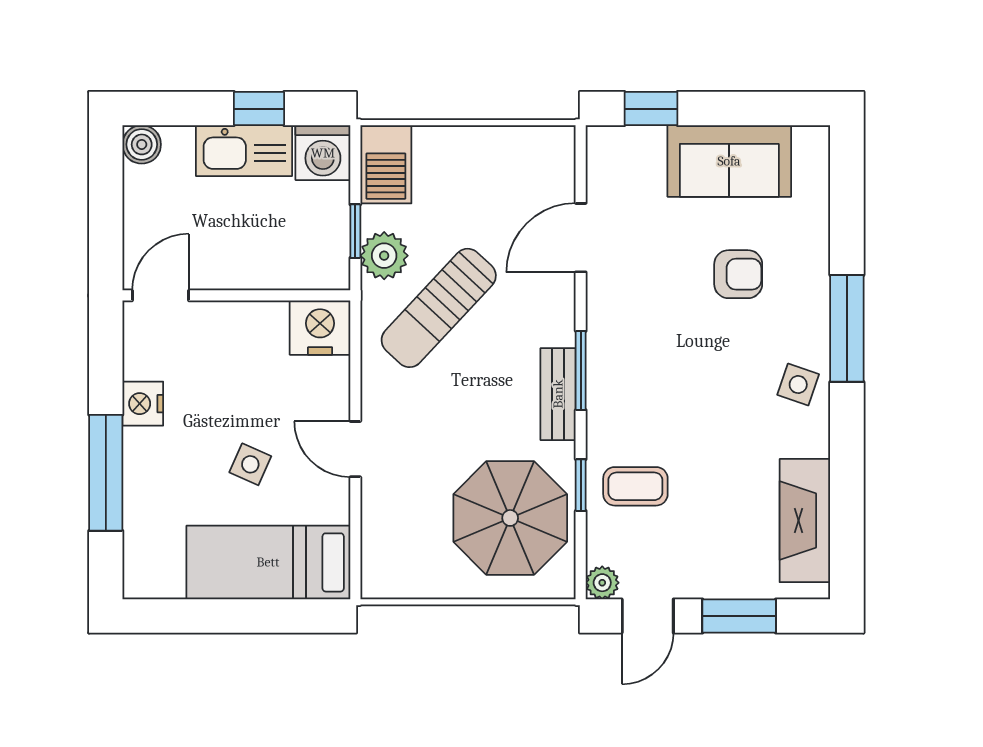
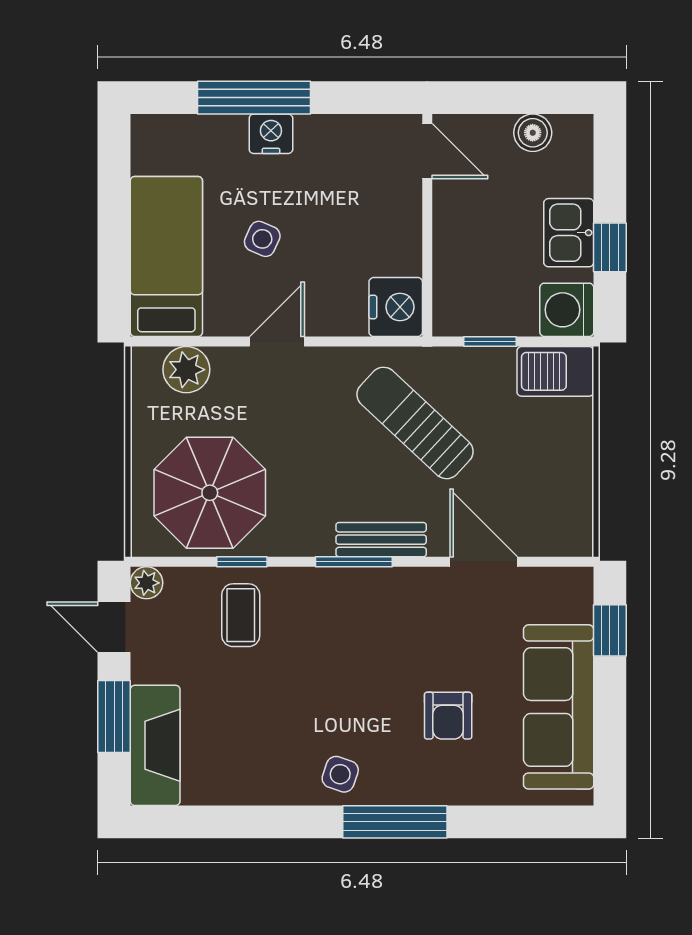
boiler: (142, 144) -> (533, 133), moved
kitchen sink: (244, 151) -> (569, 233), width x0.73
sofa: (729, 161) -> (559, 707), width x1.36
plant: (384, 256) -> (186, 370), moved
bench: (558, 394) -> (381, 540), moved
nightstand: (143, 404) -> (271, 134), moved
fireplace: (805, 521) -> (155, 745), moved, turned 90

